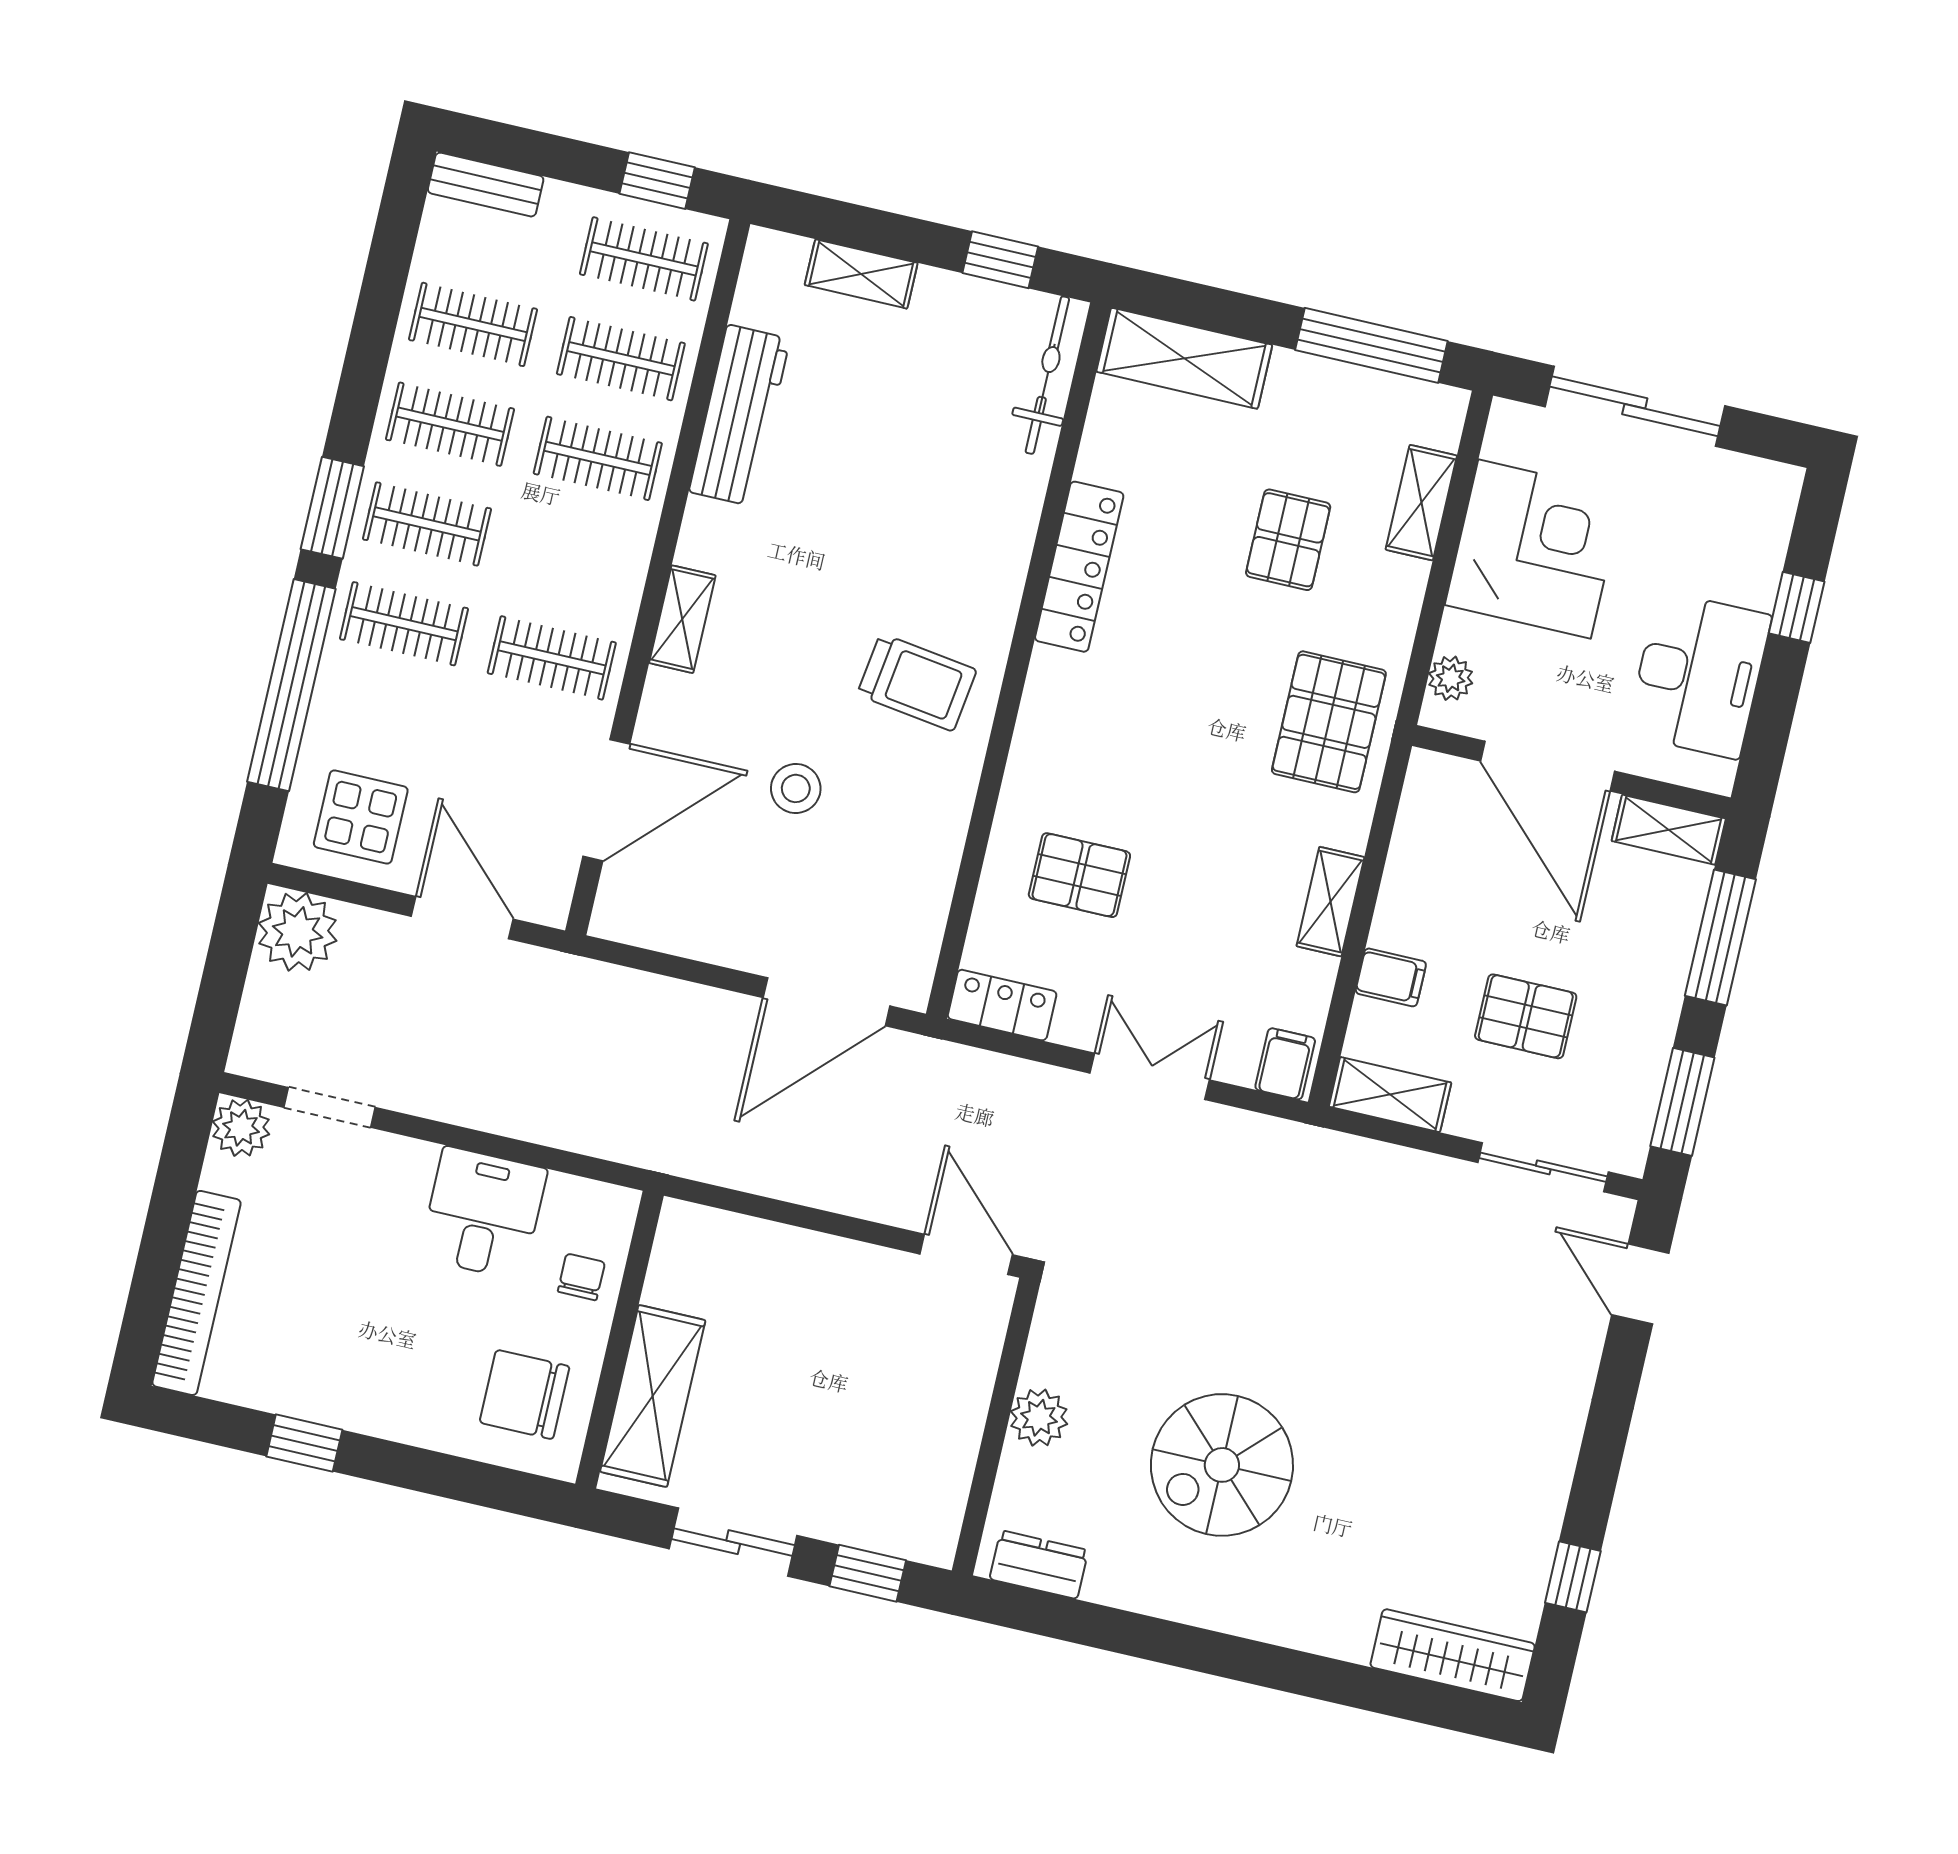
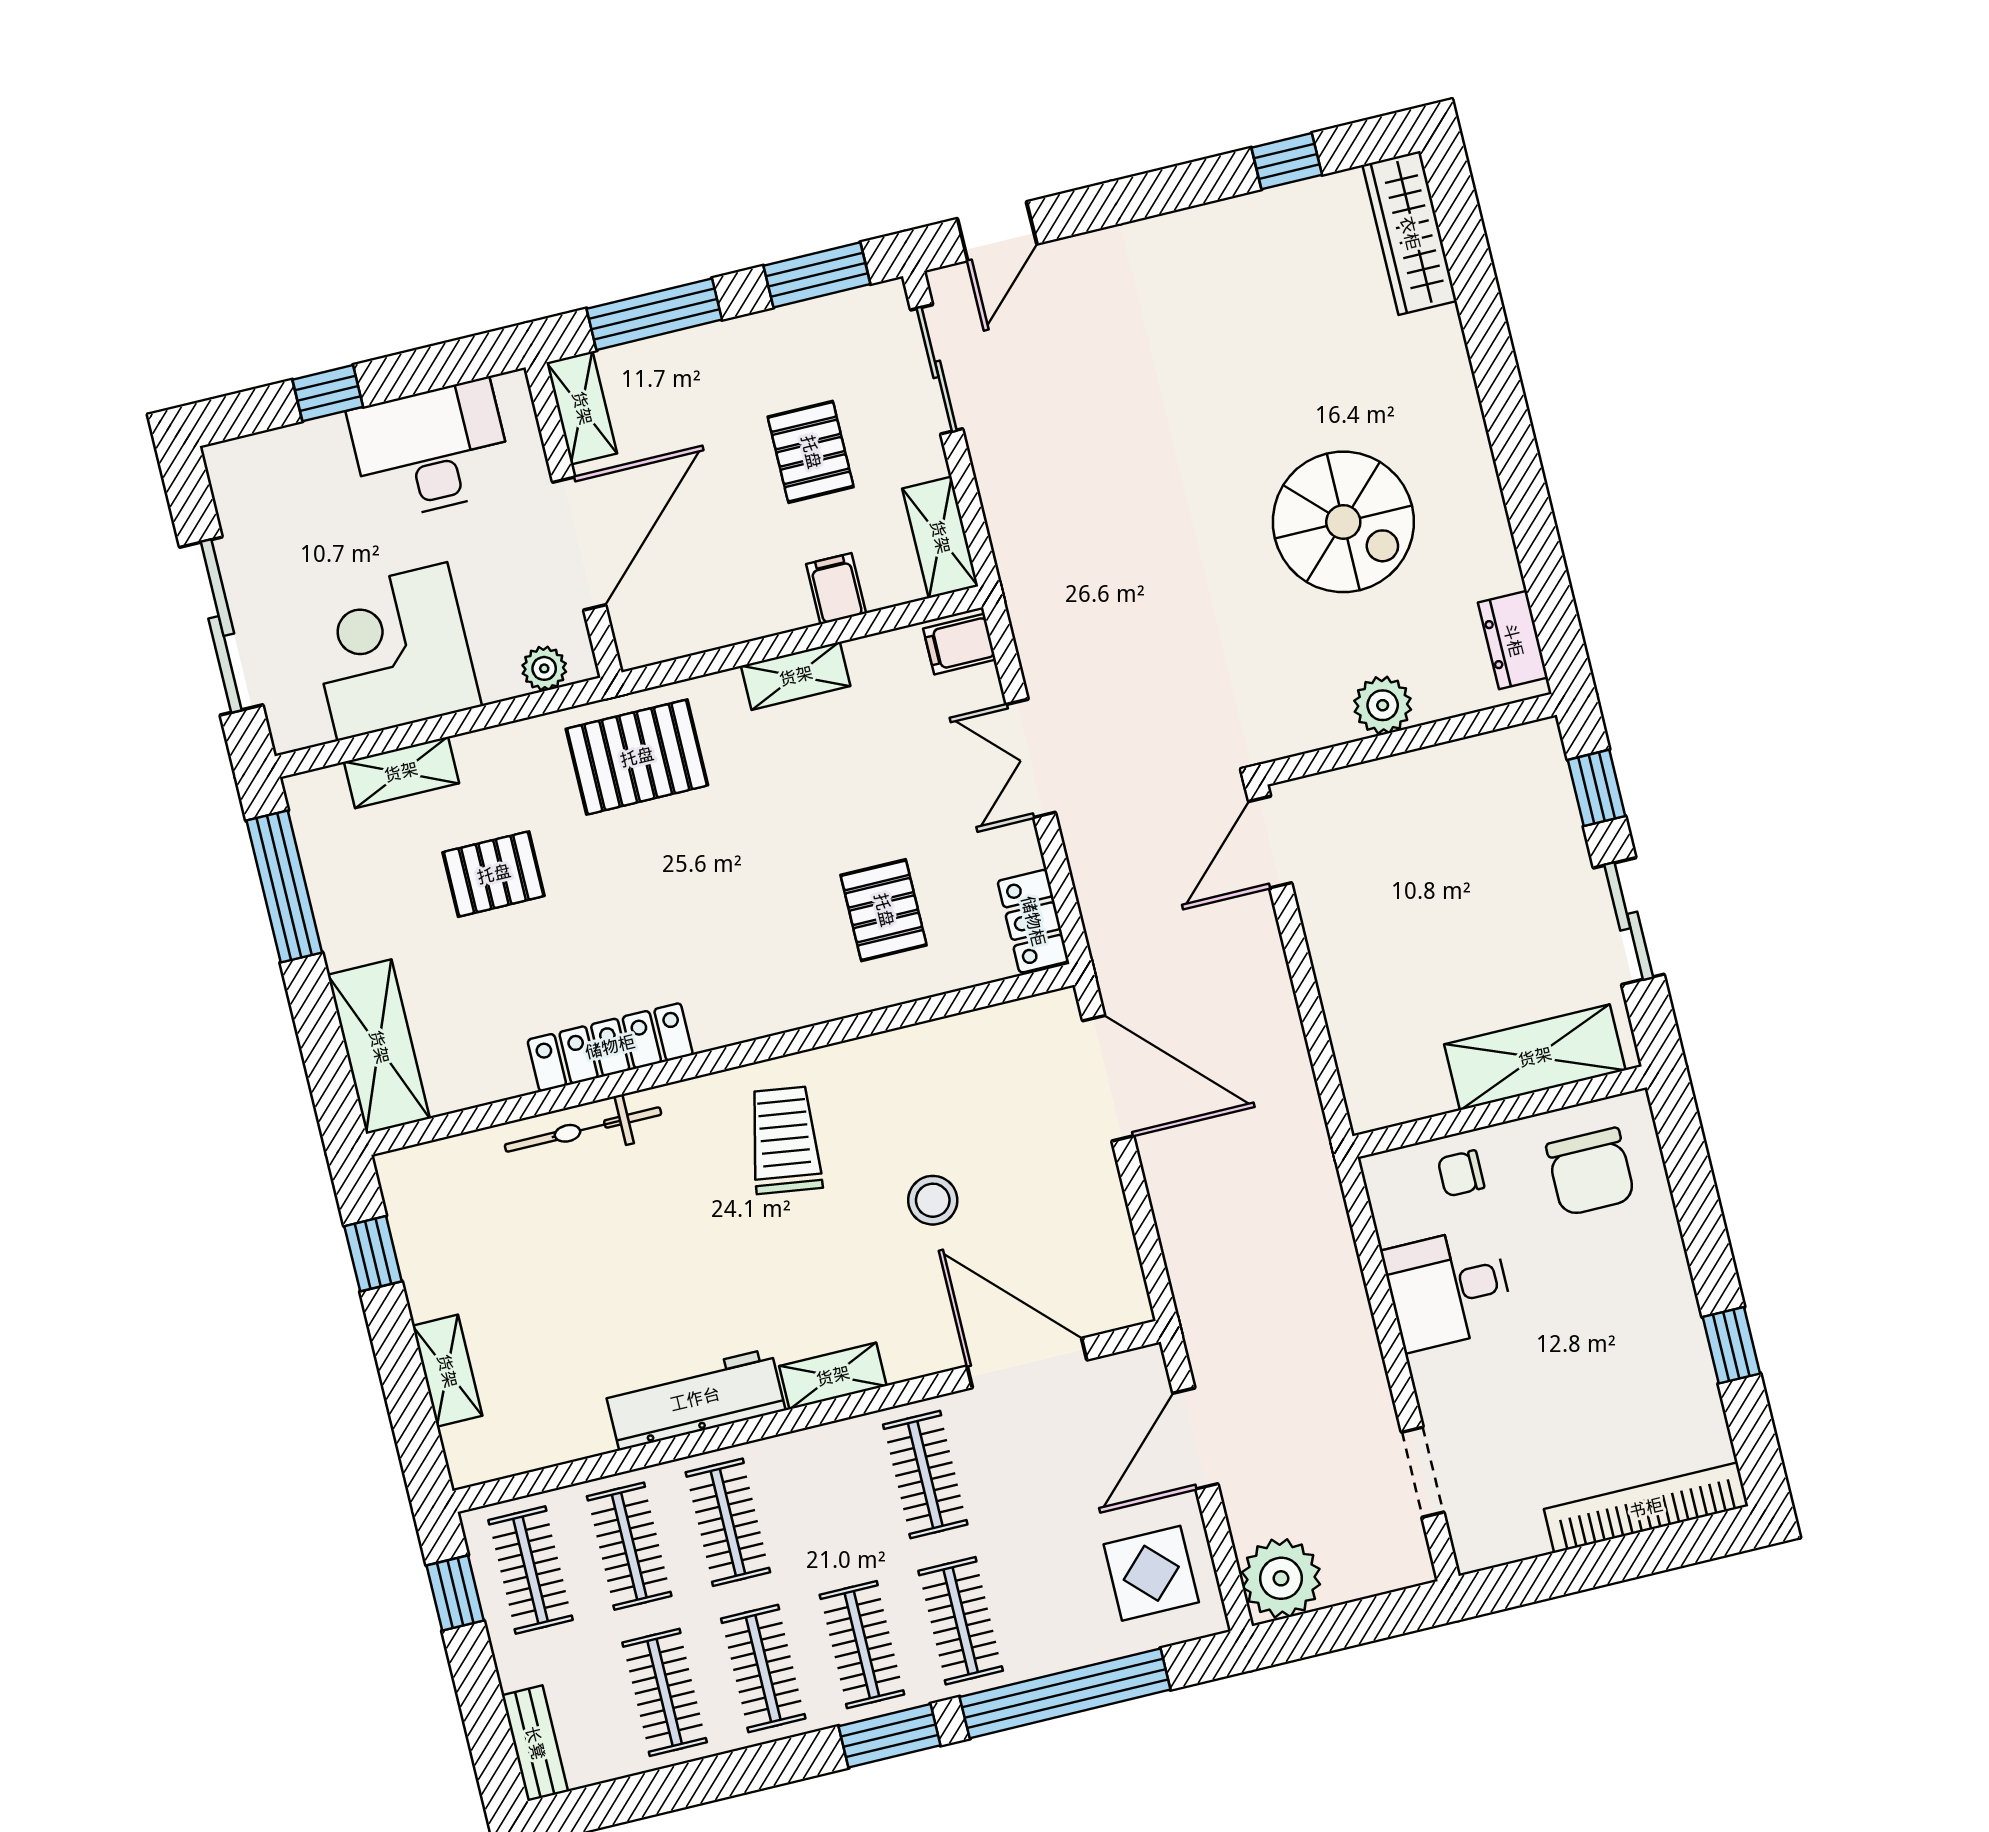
bicycle: (1047, 375) -> (583, 1130), moved
workbench: (739, 415) -> (695, 1399), moved
plant: (241, 1128) -> (1480, 1541), removed

